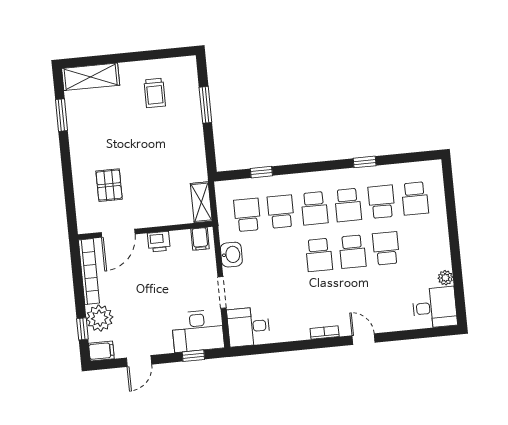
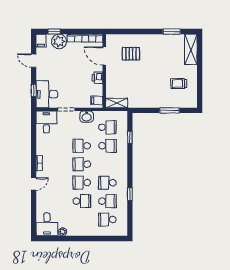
school desk: (314, 208) -> (82, 146), moved

